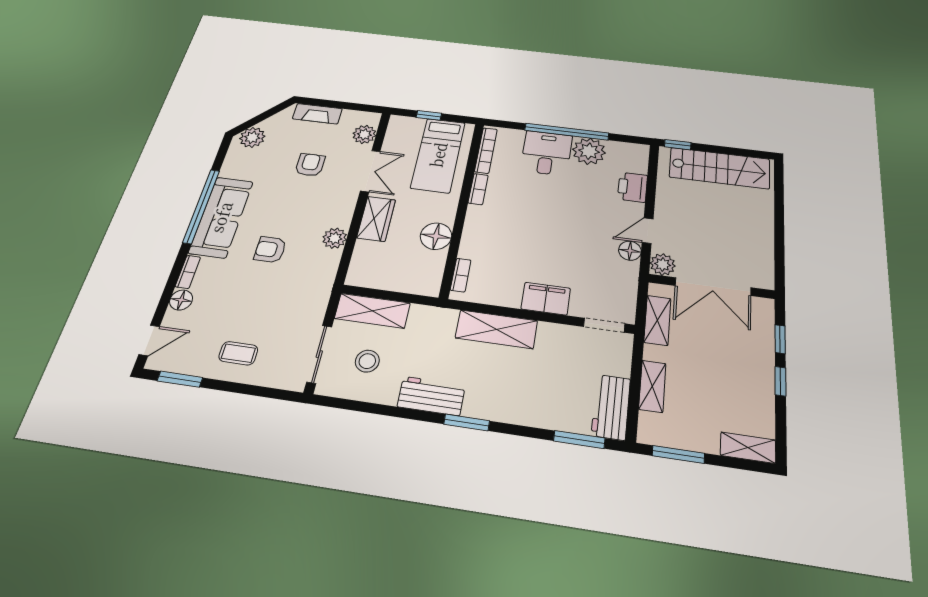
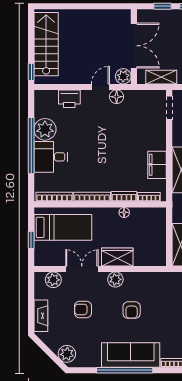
bookcase: (478, 189) -> (92, 197), width x1.56
door: (648, 231) -> (100, 87), swing flipped
floor lamp: (436, 236) -> (124, 212), width x0.53, depth x0.53
plant: (335, 238) -> (115, 279), moved
bookcase: (468, 240) -> (124, 196), added
armchair: (270, 250) -> (132, 310), moved
filing cabinet: (546, 299) -> (157, 165), moved

